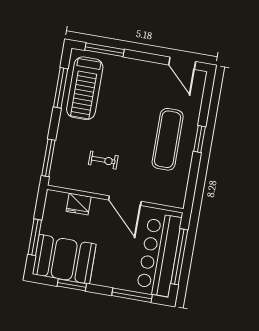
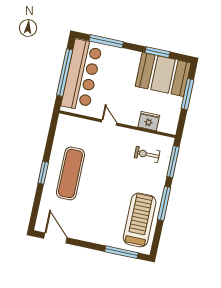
window: (61, 88) -> (164, 203), moved
exercise bike: (103, 160) -> (147, 154), moved
door: (125, 201) -> (109, 122), width x0.53

